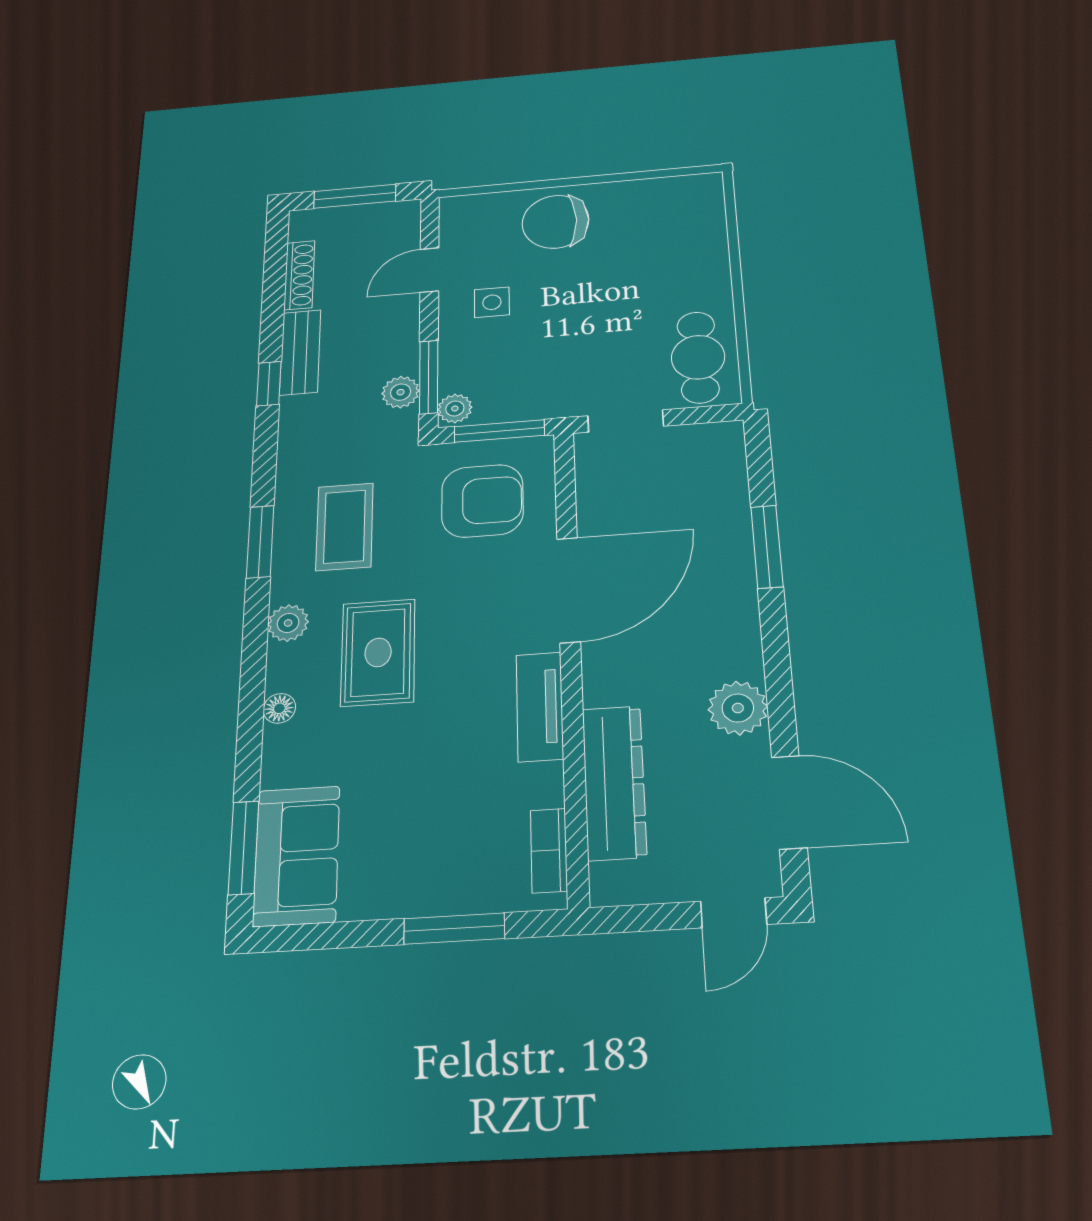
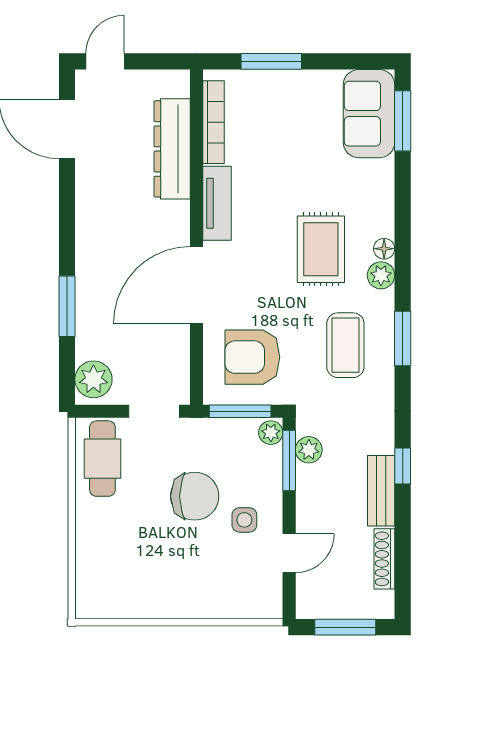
chair: (556, 222) -> (195, 496), moved
floor lamp: (279, 708) -> (384, 249), moved
plant: (738, 708) -> (93, 379), moved
bookcase: (549, 850) -> (213, 122), width x1.56

